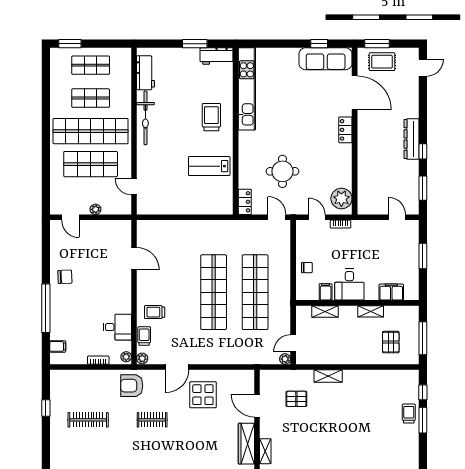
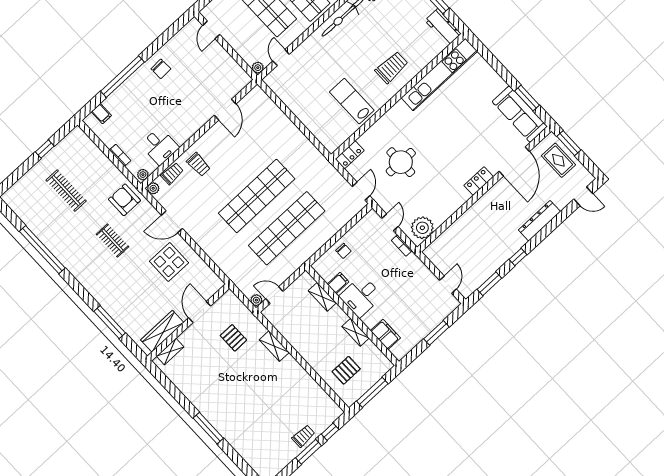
window: (319, 44) -> (527, 98), width x1.50
dresser: (411, 139) -> (539, 221), moved
plant: (95, 209) -> (258, 68), moved
trolley: (155, 312) -> (198, 164), turned 180

